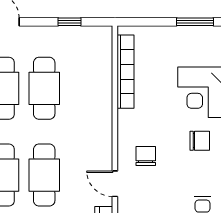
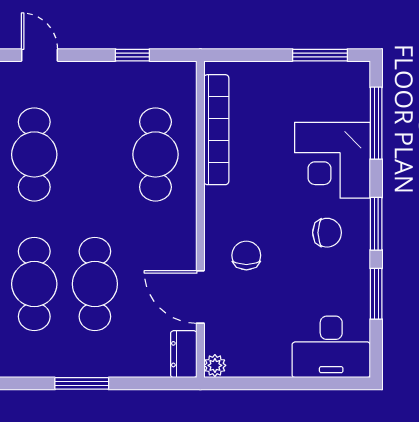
cafe table: (44, 88) -> (155, 154), moved
door: (115, 184) -> (200, 297), width x1.38

